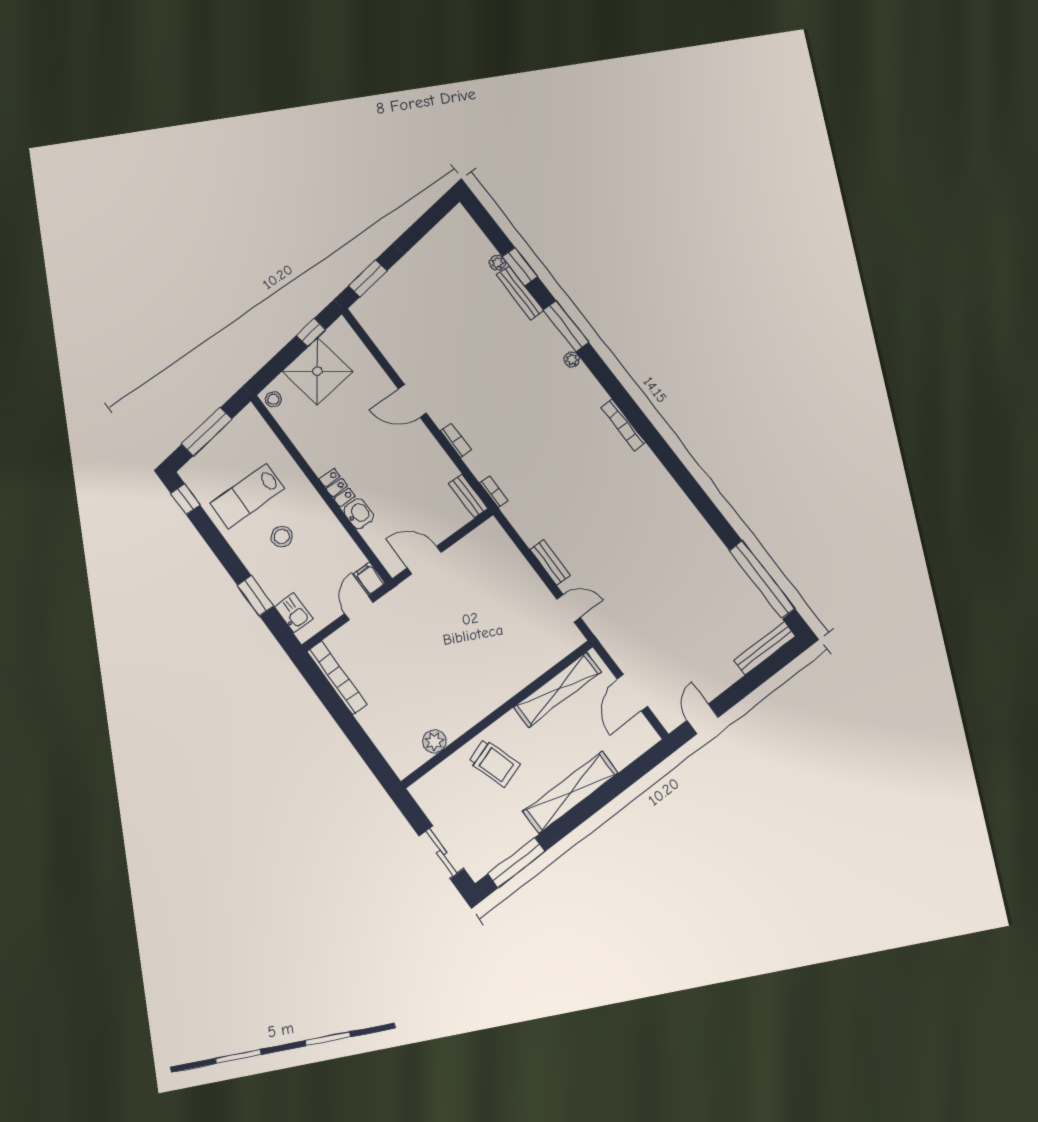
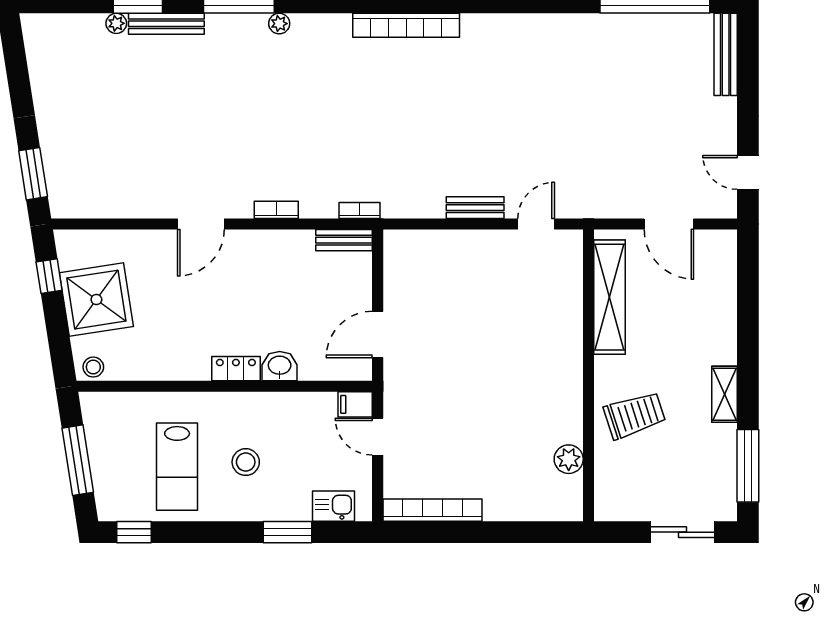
bookcase: (624, 425) -> (406, 25), width x1.48, depth x1.31
shelving: (571, 792) -> (724, 394), width x0.45, depth x0.75

